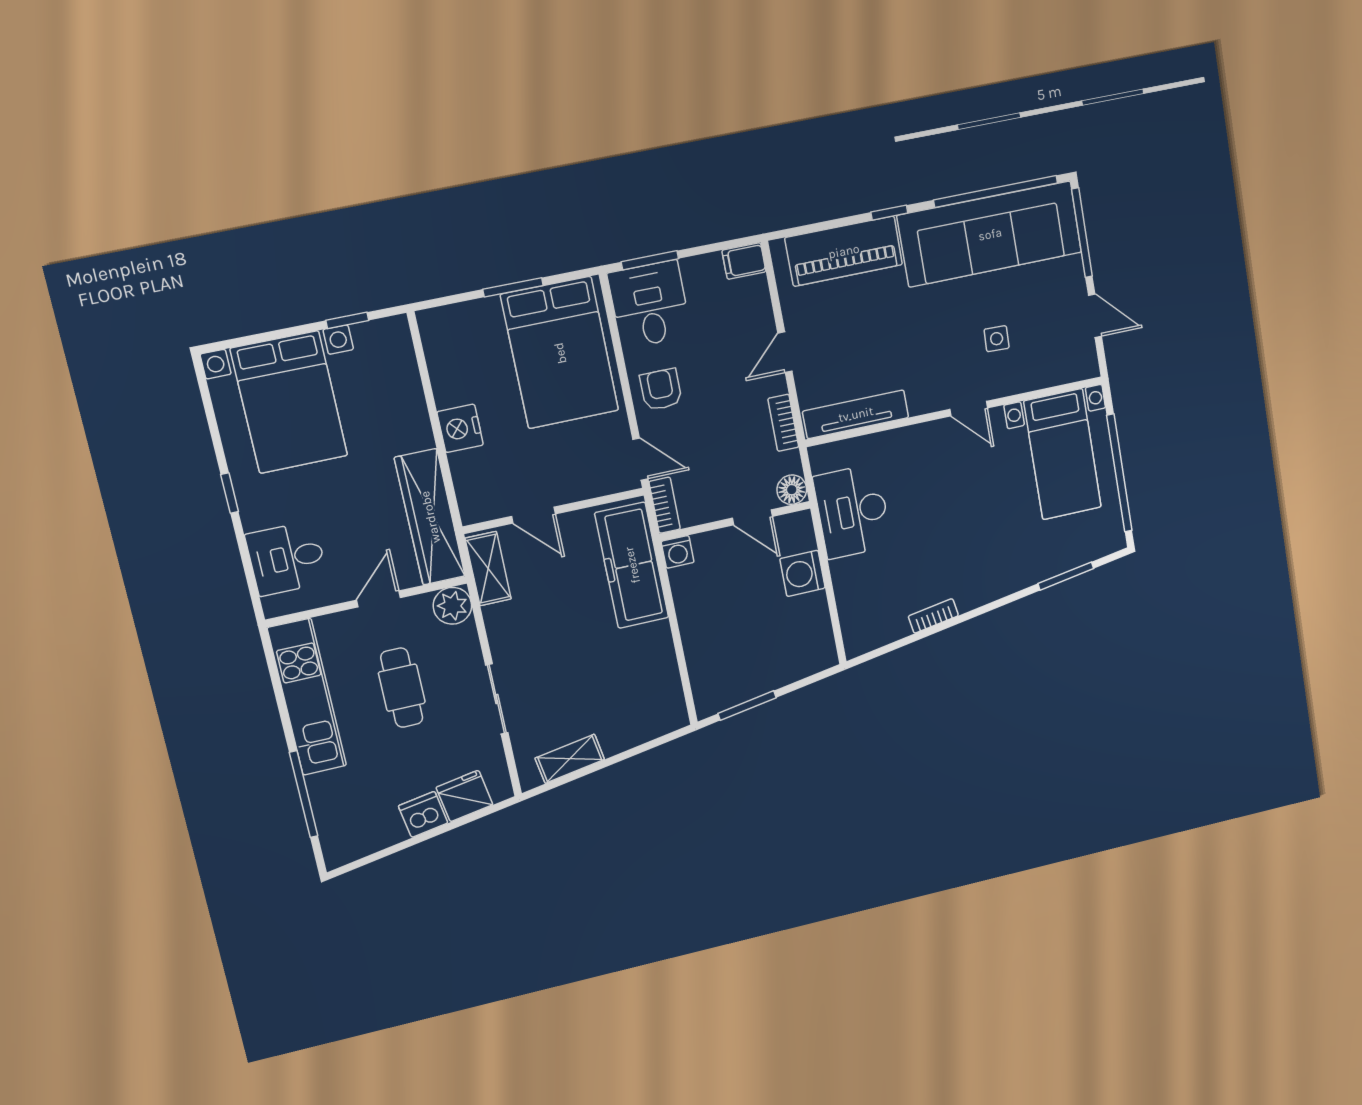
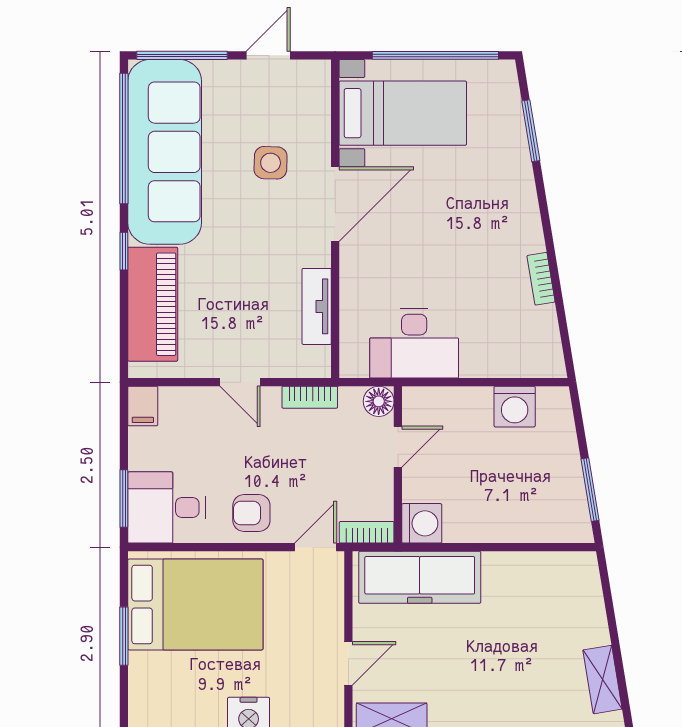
side table: (997, 339) -> (271, 163), width x1.37, depth x1.37
door: (969, 409) -> (335, 204), width x1.88
tv unit: (856, 414) -> (317, 306), width x0.71
washing machine: (678, 552) -> (422, 523), width x1.38, depth x1.38
washing machine: (803, 573) -> (515, 407), moved

